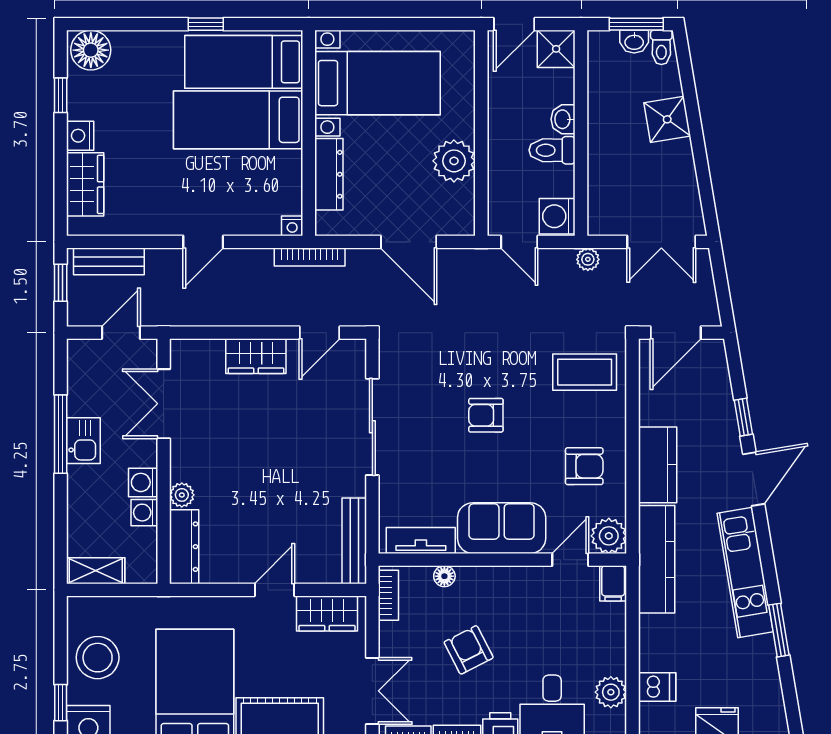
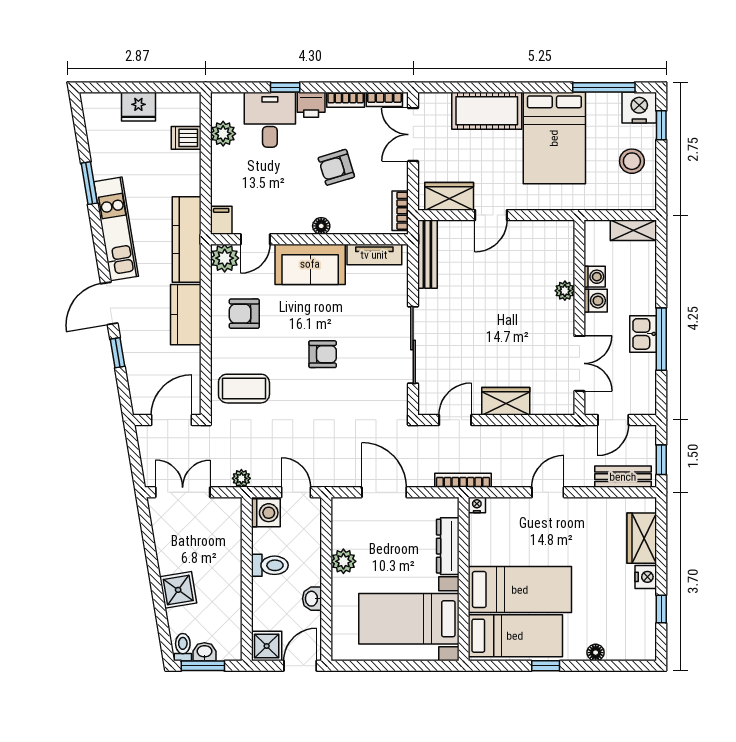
floor lamp: (91, 50) -> (596, 653), moved, width x0.53, depth x0.53
washbasin: (563, 119) -> (312, 599), moved, turned 180
plant: (454, 161) -> (343, 561), width x0.73, depth x0.73
dresser: (184, 547) -> (563, 250), removed
floor lamp: (444, 576) -> (321, 226), moved
armchair: (469, 650) -> (336, 167), turned 100
stool: (98, 658) -> (632, 161), width x0.73, depth x0.73

